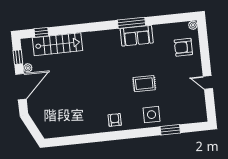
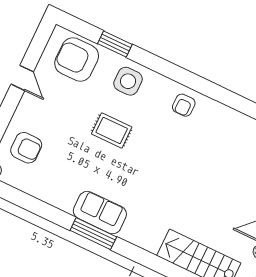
window: (132, 23) -> (93, 234), moved
sofa: (137, 36) -> (100, 213), moved
armchair: (185, 109) -> (77, 60), added

